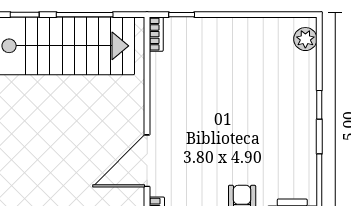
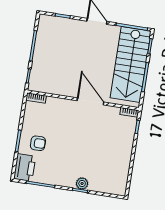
plant: (305, 39) -> (82, 183), moved
door: (147, 161) -> (90, 101), moved

